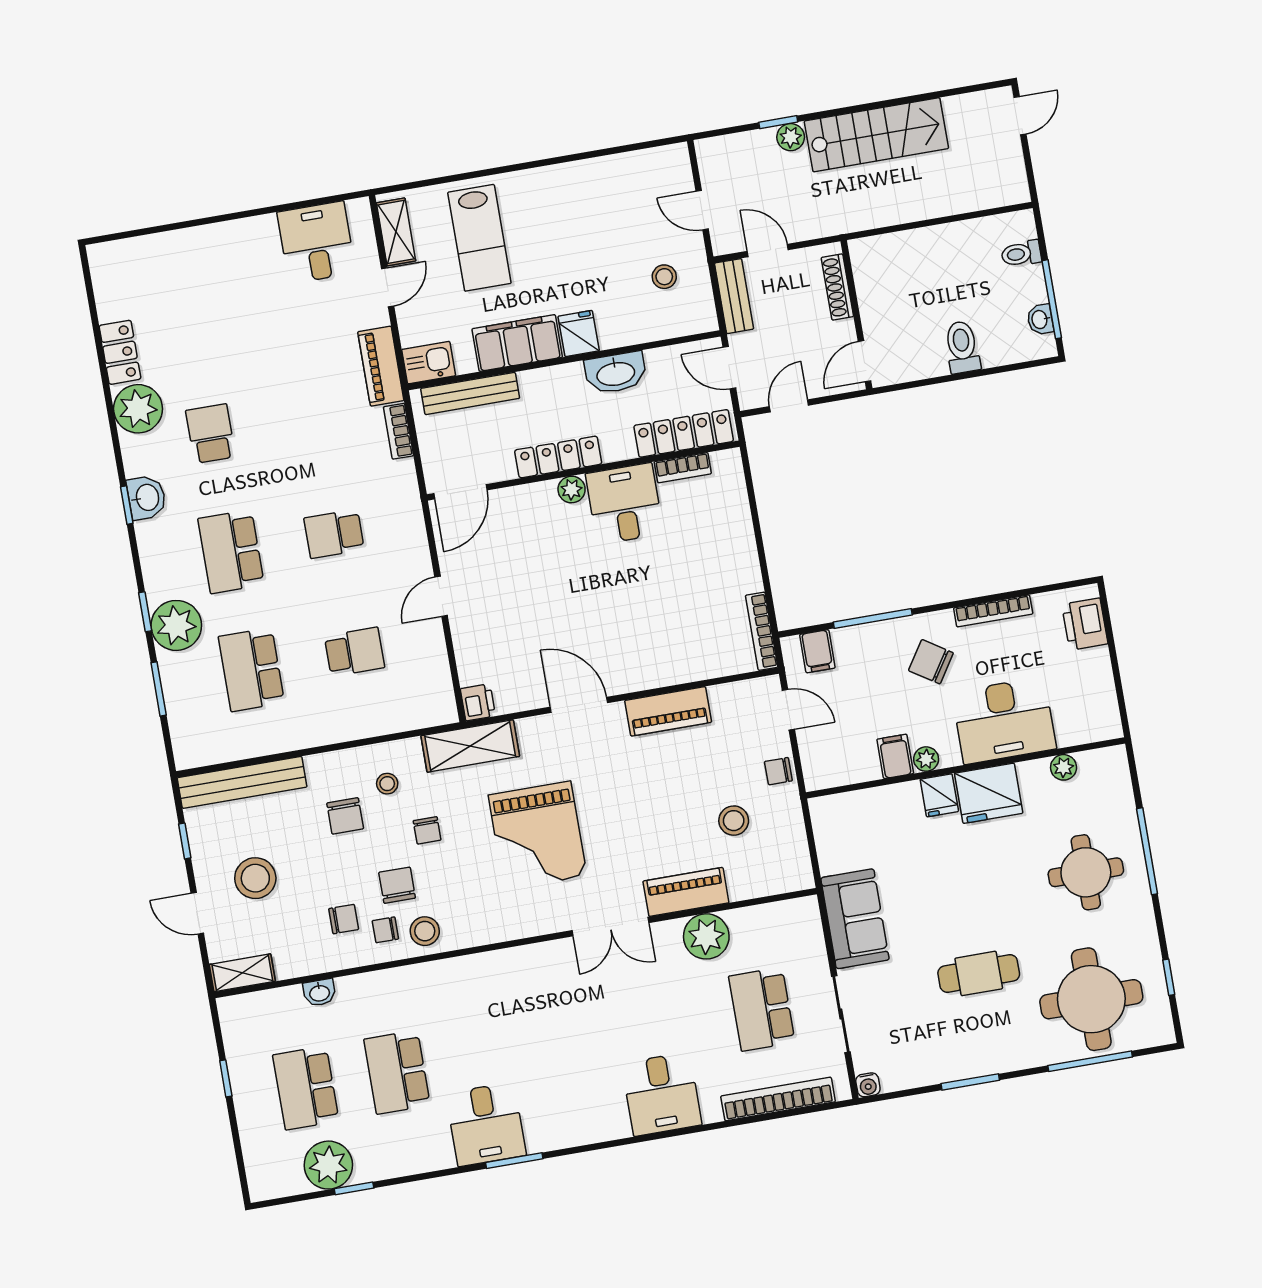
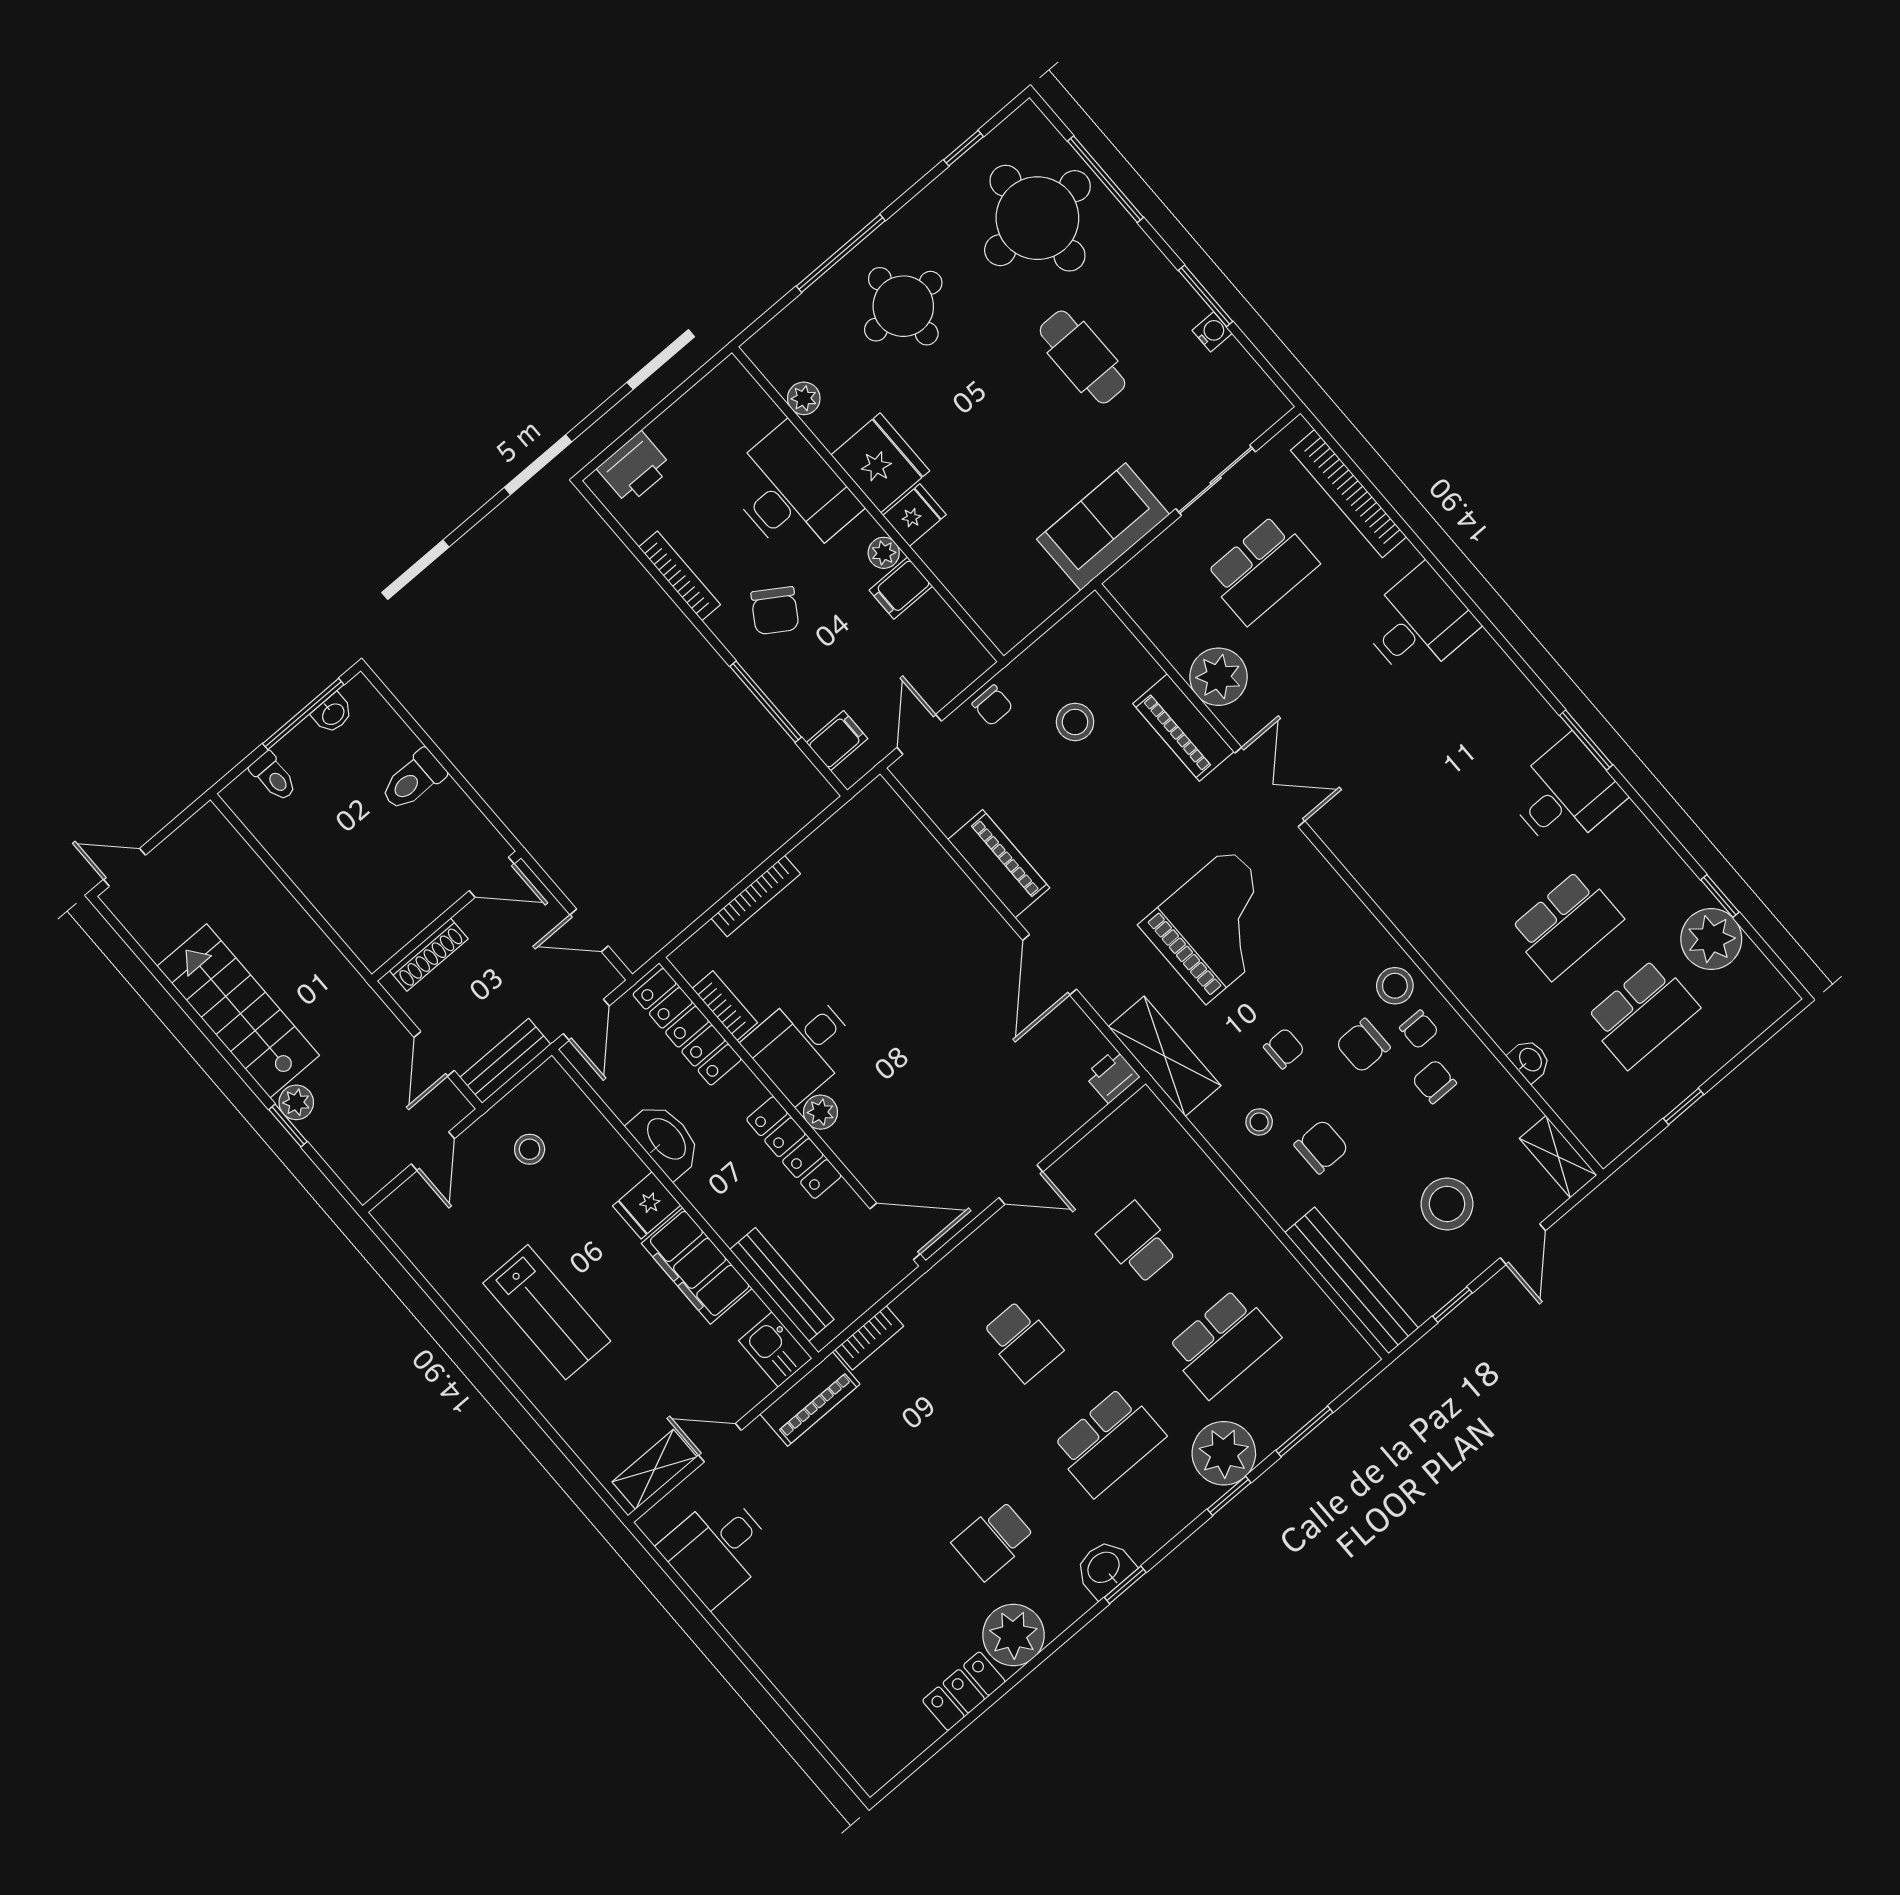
lab bench: (479, 238) -> (547, 1312), moved, turned 90
bookcase: (762, 631) -> (756, 896), moved
water cooler: (868, 1085) -> (1212, 332), moved

